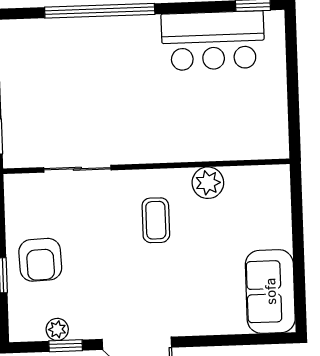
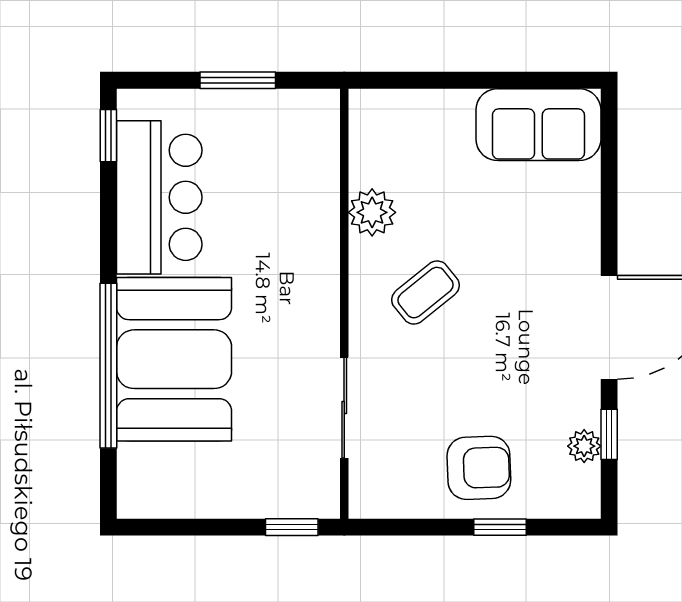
booth: (106, 54) -> (174, 359), added
window: (293, 90) -> (238, 80), added
coffee table: (156, 220) -> (426, 293), turned -39

